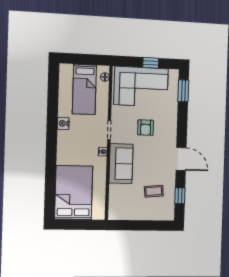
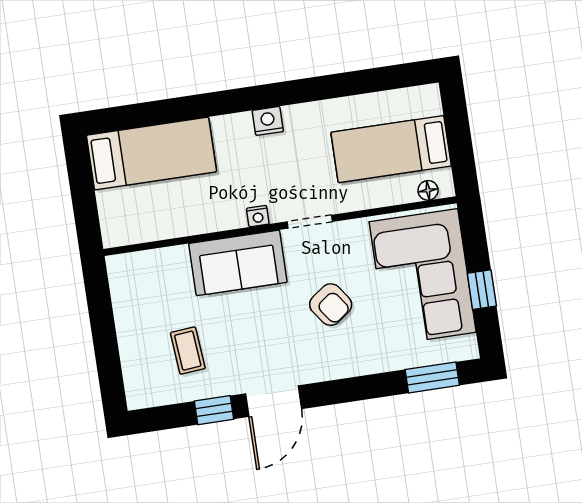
nightstand: (63, 123) -> (268, 121), moved
armchair: (146, 128) -> (331, 305), turned -126
bed: (74, 193) -> (151, 153), width x0.67
window: (180, 196) -> (214, 410), moved

